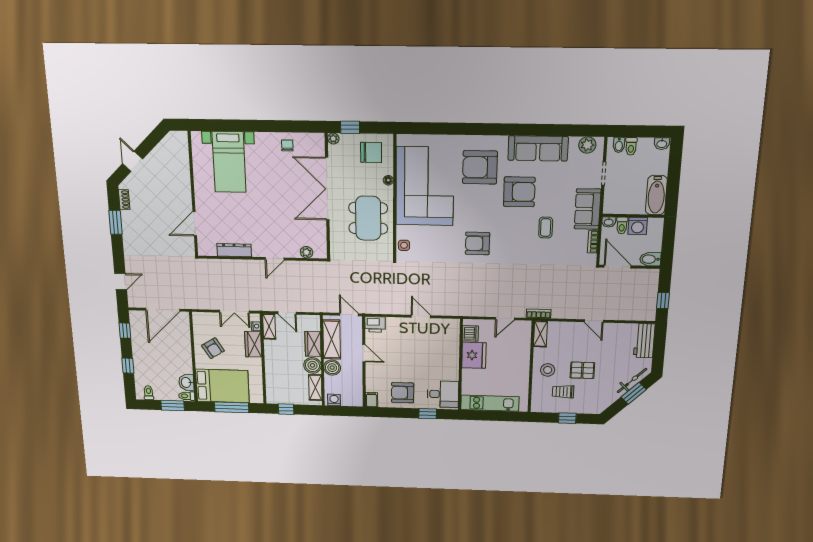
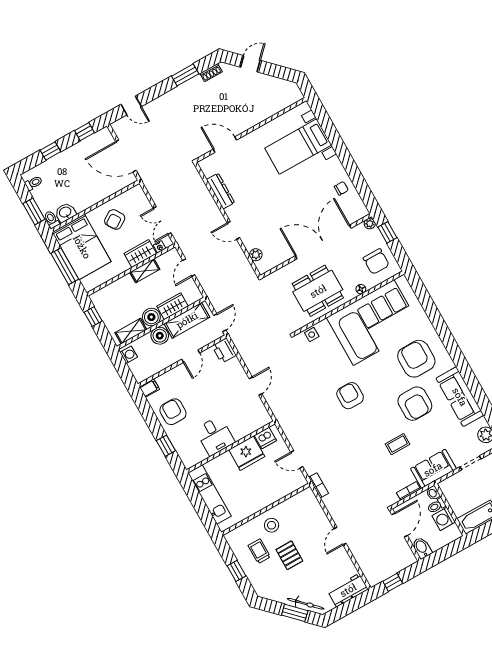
shelving: (269, 326) -> (145, 271), moved
shelving: (540, 334) -> (301, 498), removed
desk: (443, 394) -> (215, 436), moved

